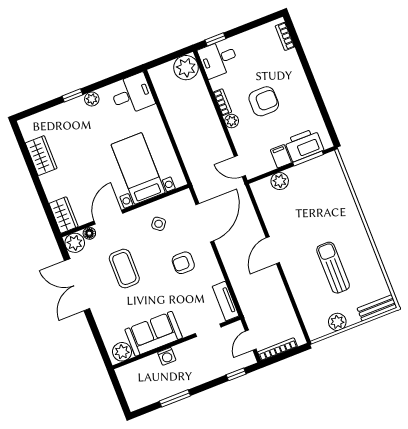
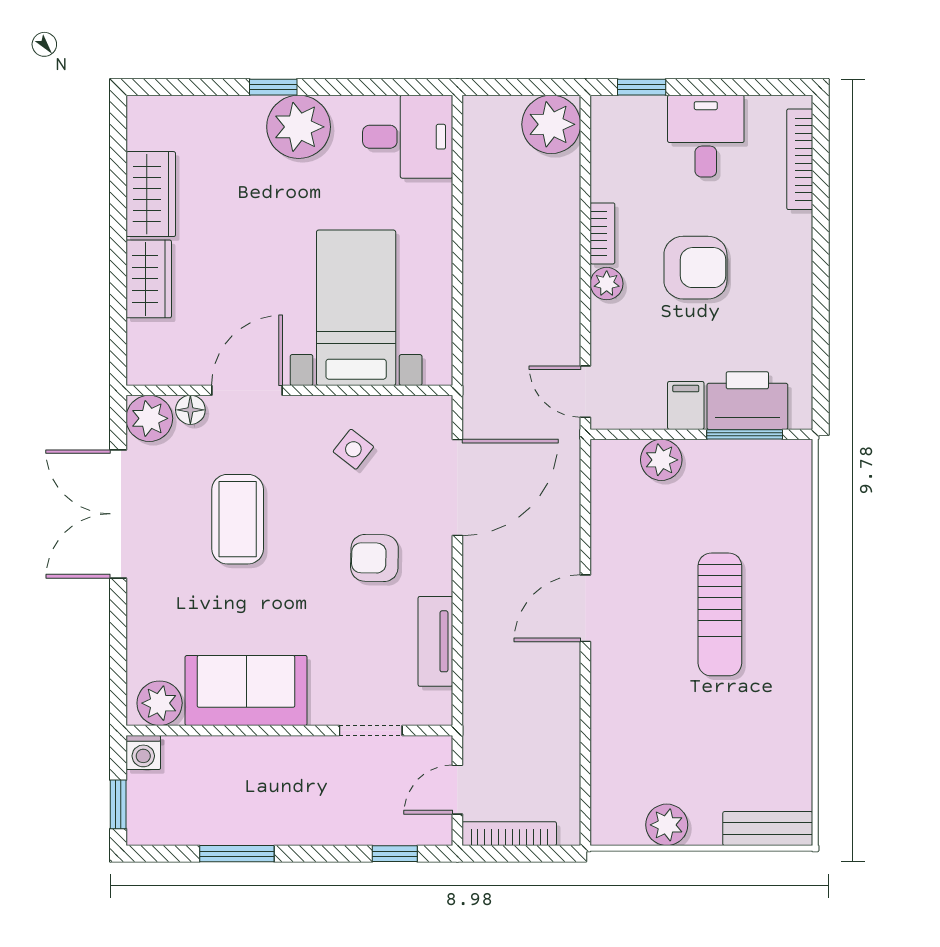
bookcase: (285, 36) -> (800, 159), width x1.56
desk: (218, 59) -> (706, 136), moved, turned 90
plant: (92, 99) -> (299, 127), width x1.87, depth x1.87
wardrobe: (64, 215) -> (149, 279), moved
sun lounger: (333, 268) -> (720, 614), moved, turned 180
tv unit: (226, 301) -> (435, 641), moved
washing machine: (167, 356) -> (143, 752), moved
window: (121, 397) -> (118, 804), added

